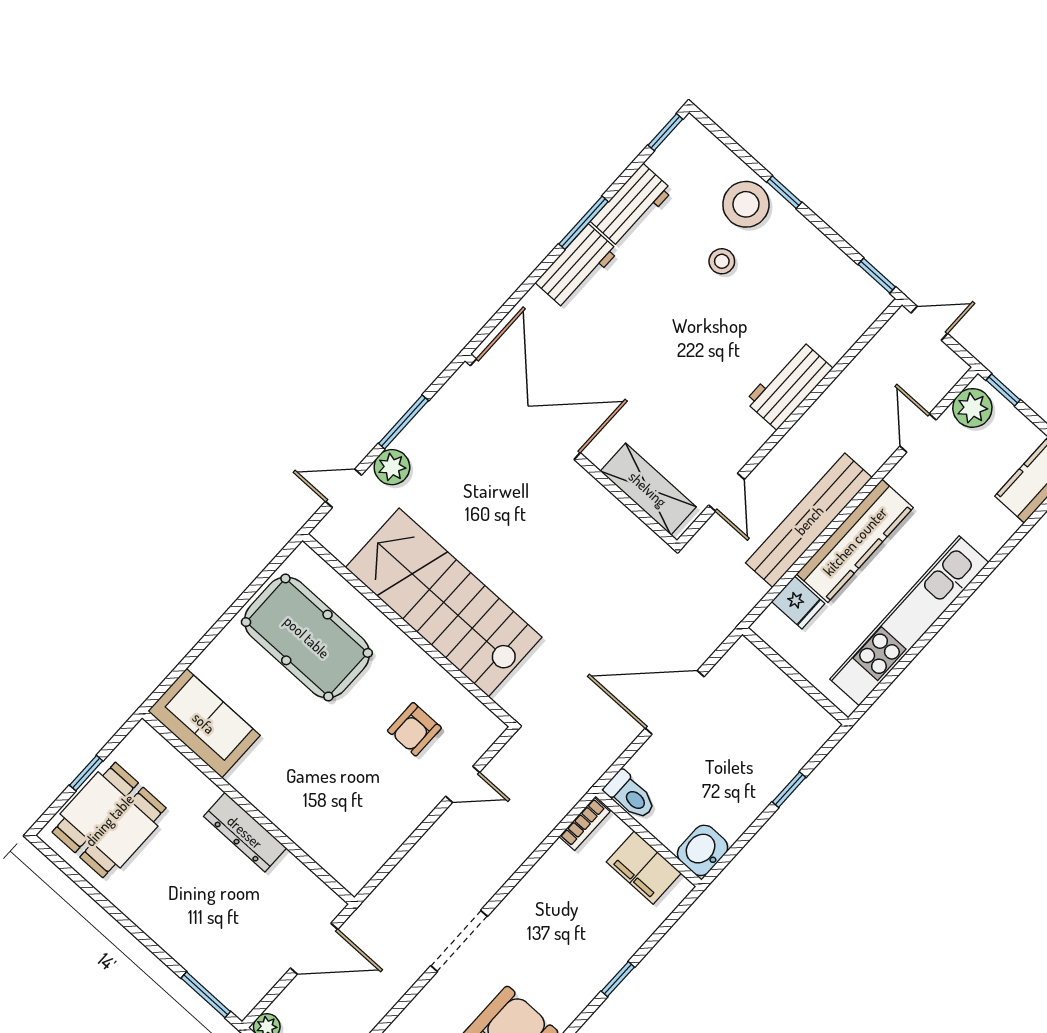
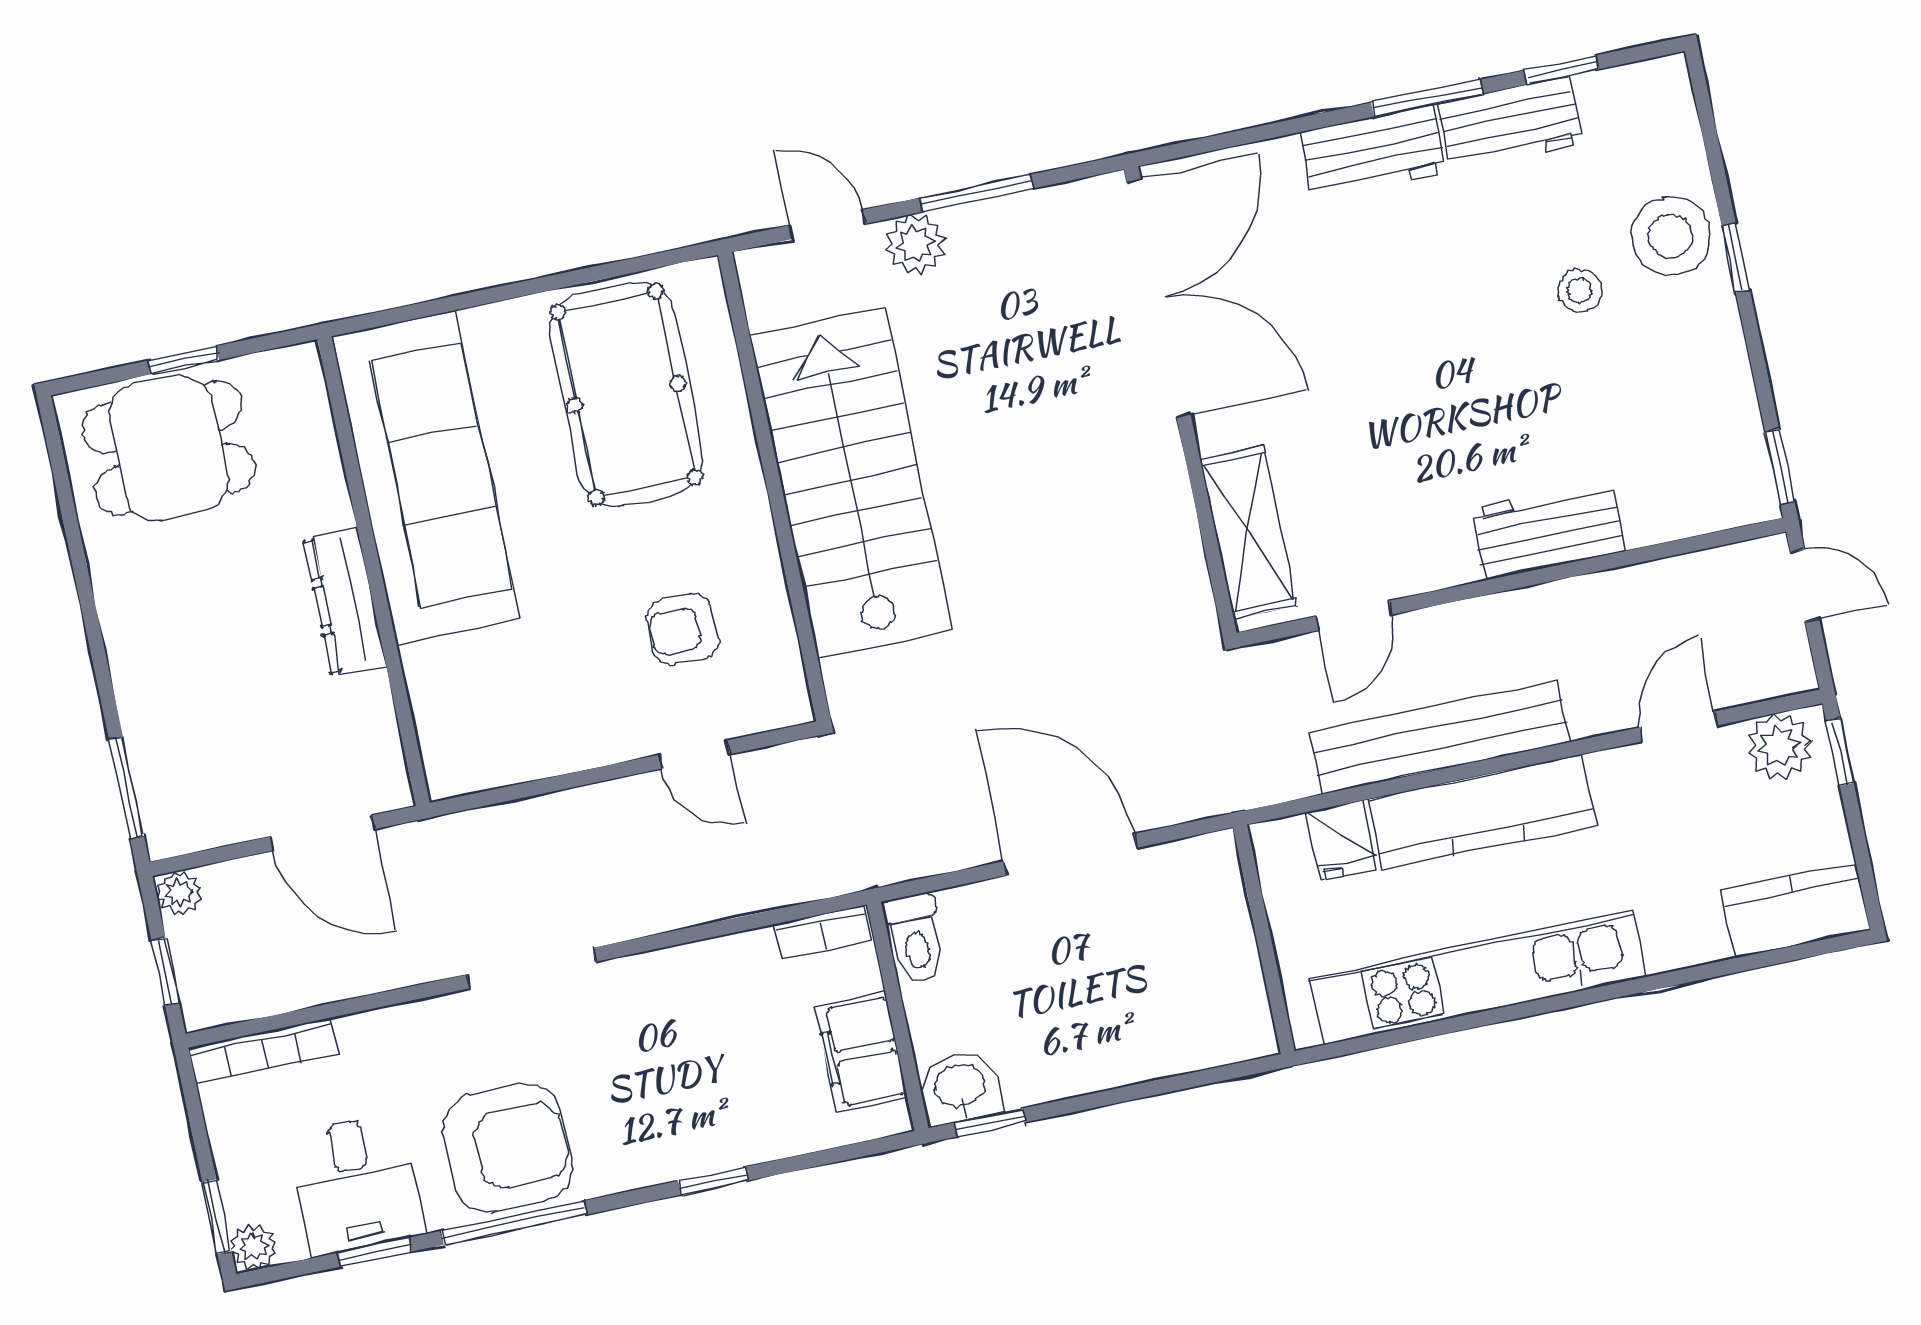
window: (665, 132) -> (1562, 70), moved
sofa: (204, 723) -> (425, 478), width x1.85, depth x1.27
window: (789, 790) -> (990, 1122), moved

